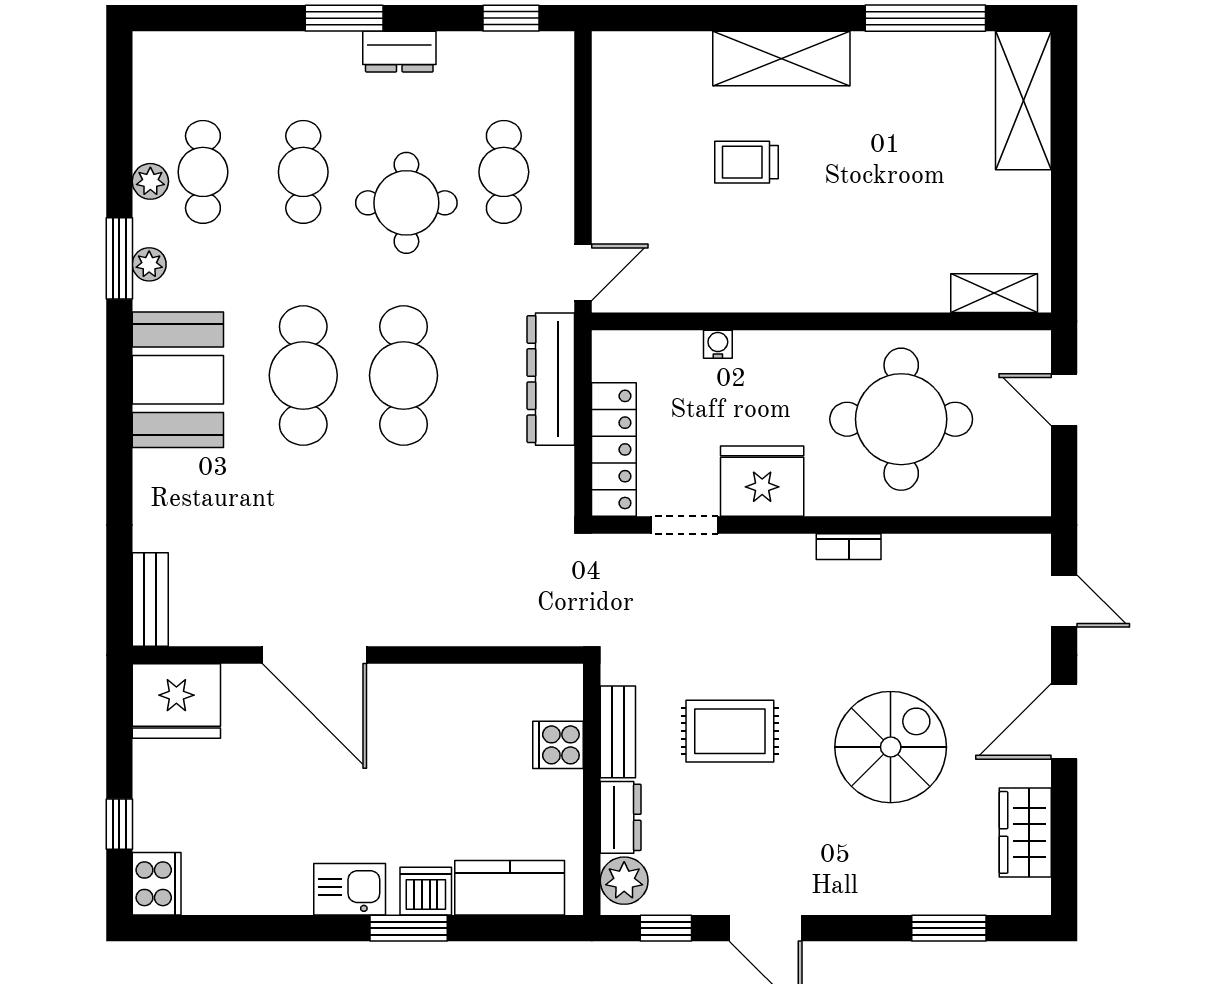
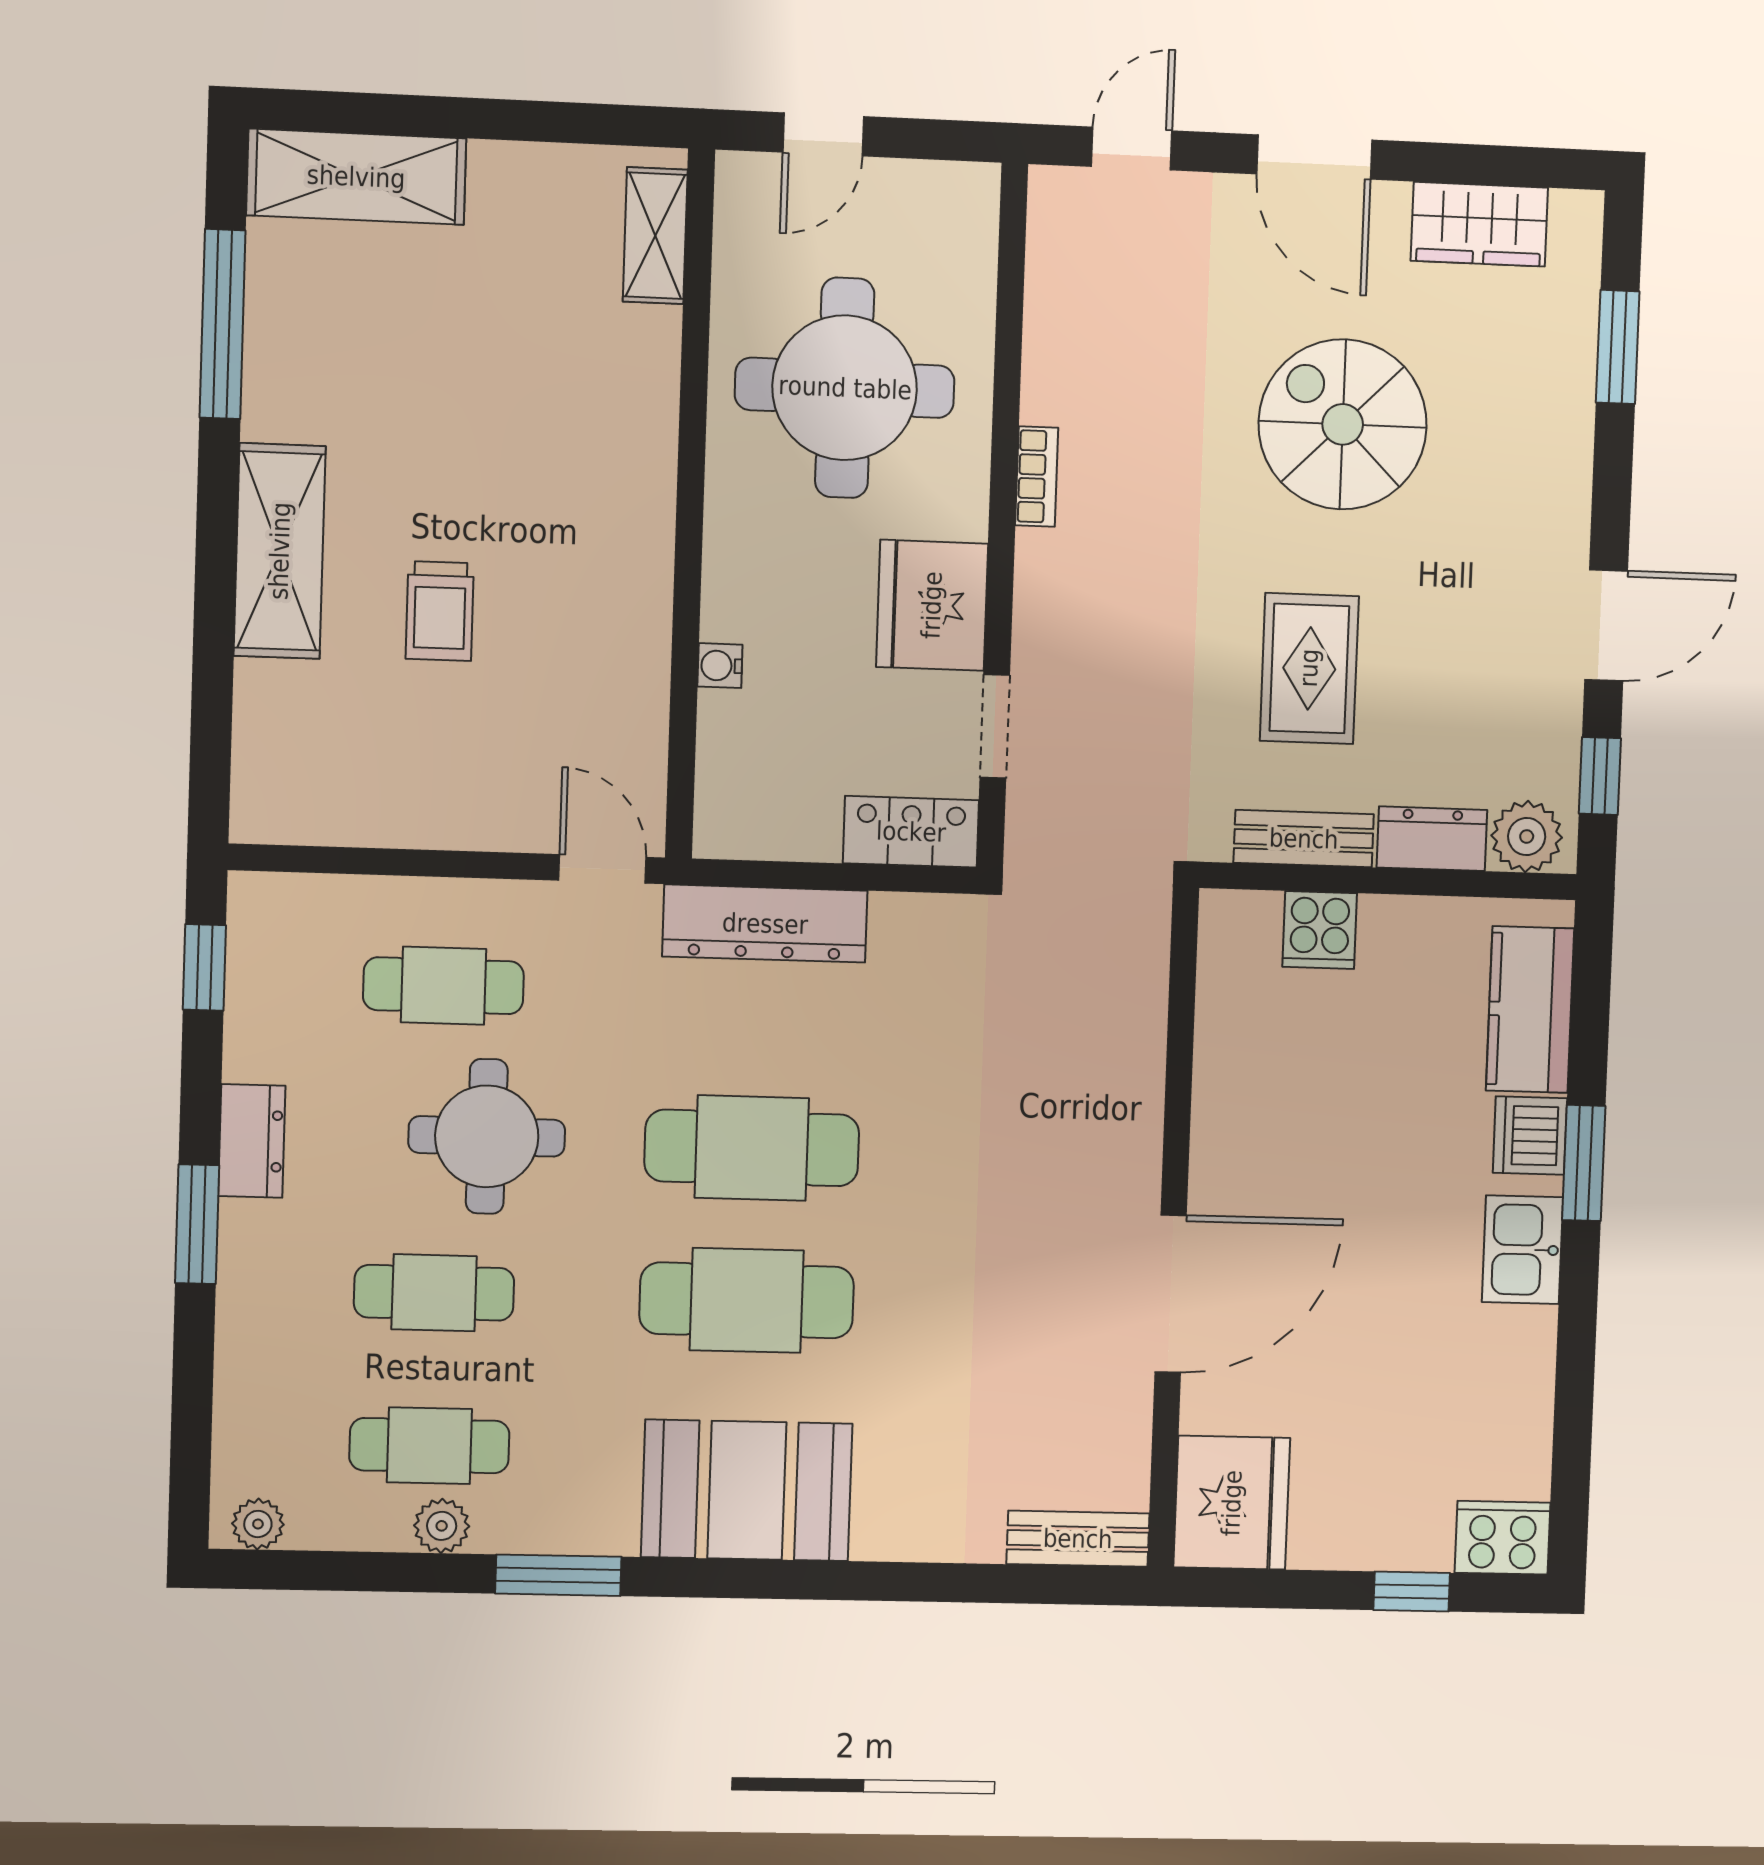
plant: (149, 264) -> (258, 1524), moved
locker: (614, 449) -> (911, 832), width x0.66

